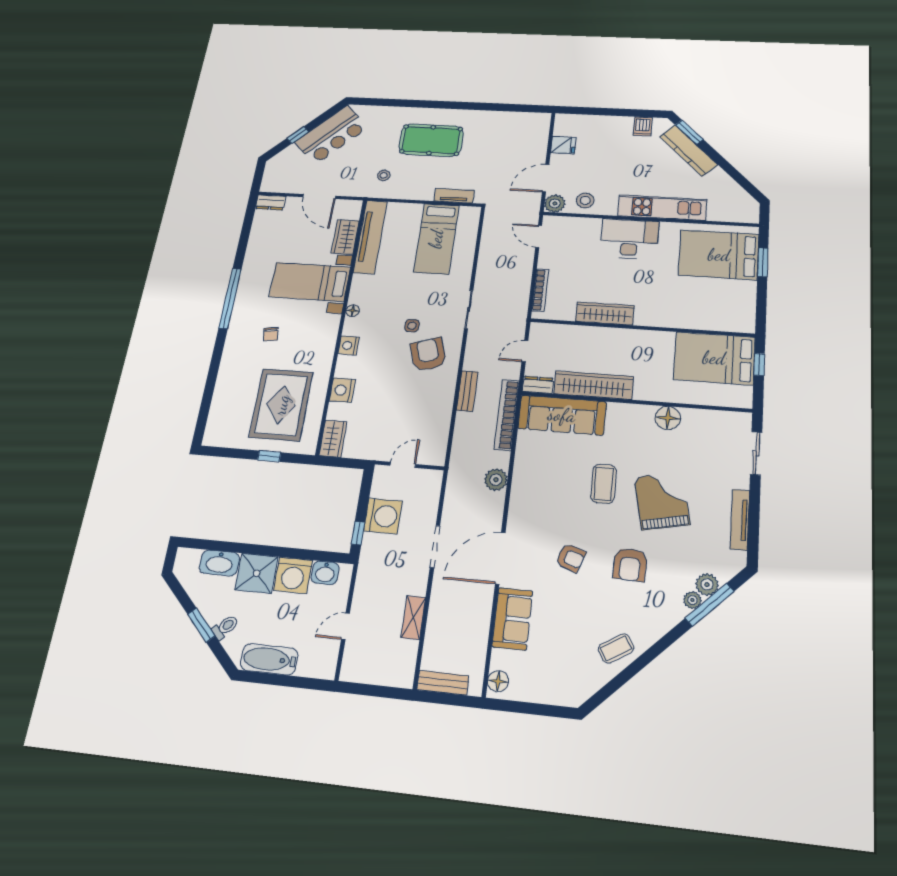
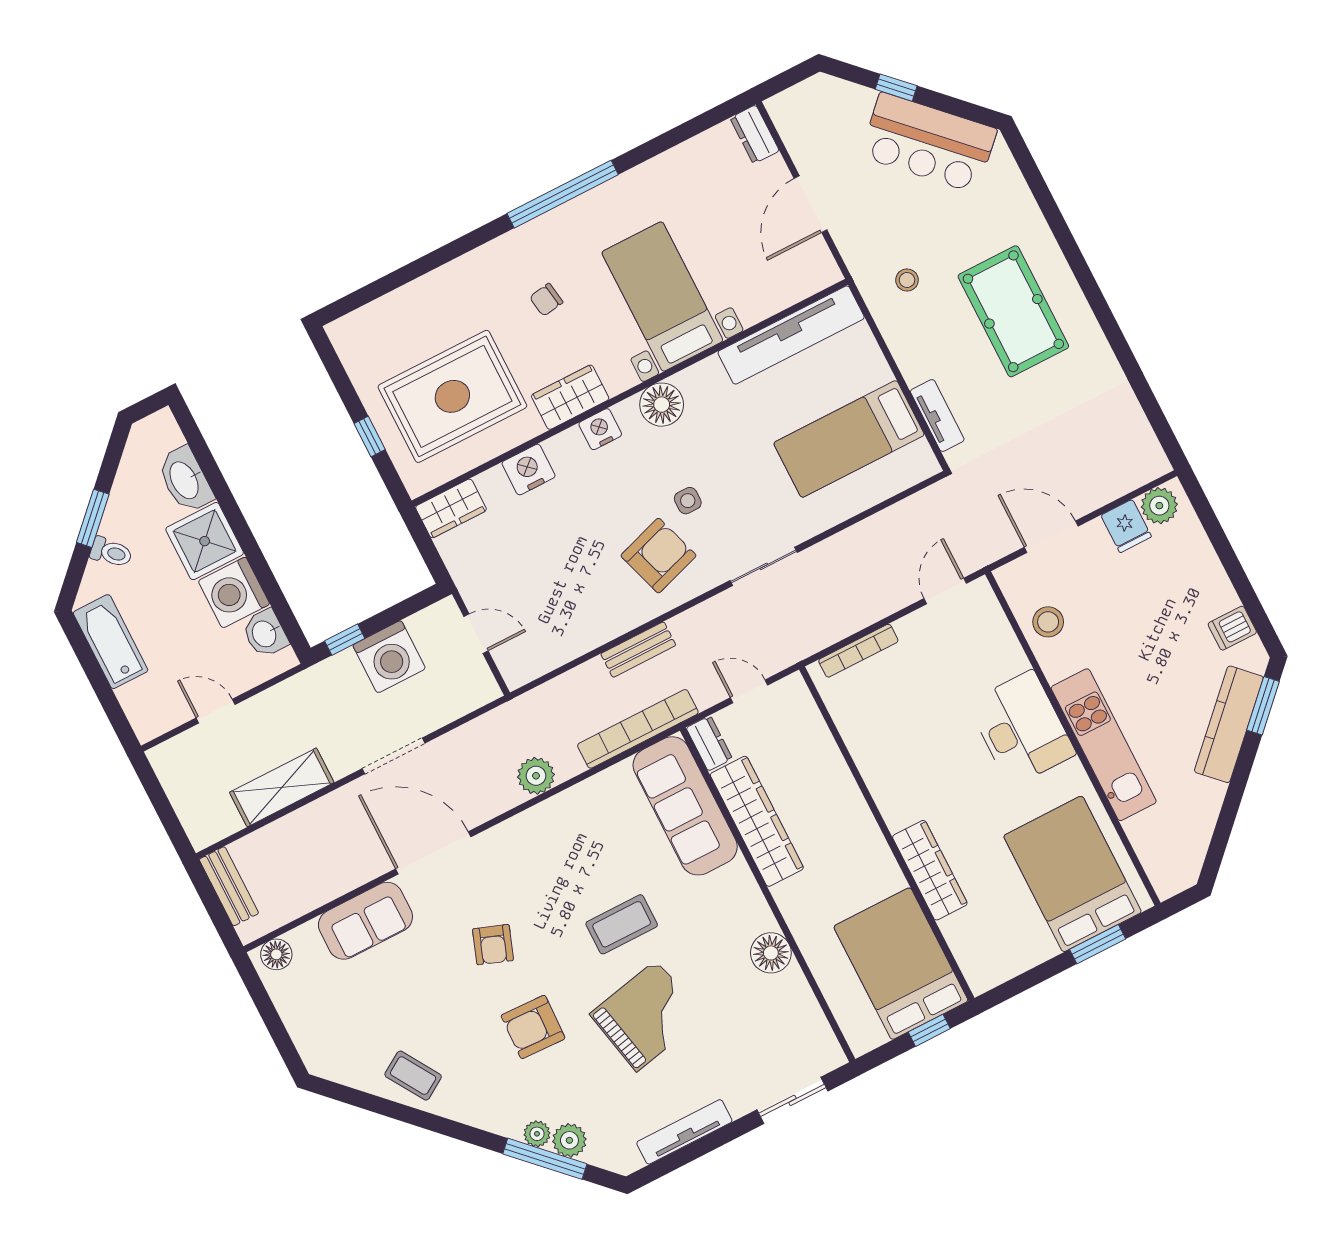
plant: (555, 203) -> (1159, 506), moved
wardrobe: (345, 237) -> (570, 397), moved
floor lamp: (353, 311) -> (662, 405), width x1.89, depth x1.89
wardrobe: (605, 314) -> (930, 870), moved
shelving: (413, 617) -> (282, 787), width x1.50, depth x1.33

